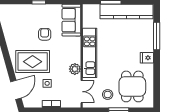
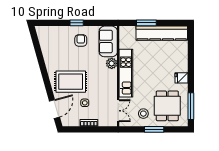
armchair: (45, 34) -> (81, 40), moved
window: (157, 36) -> (191, 106), moved
plant: (75, 69) -> (112, 63), moved

